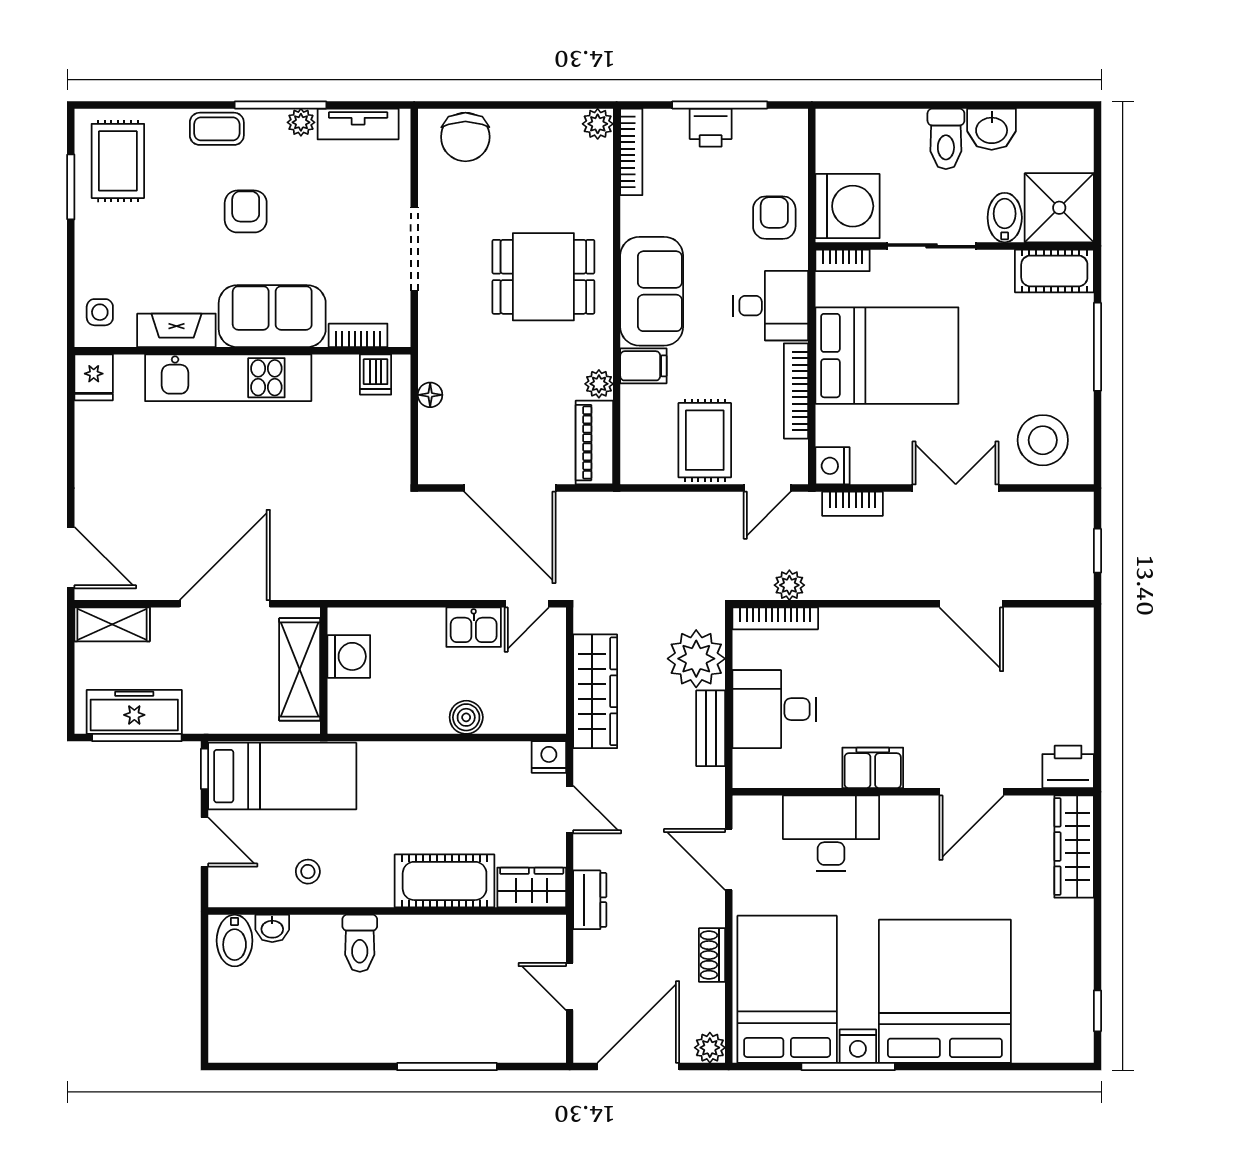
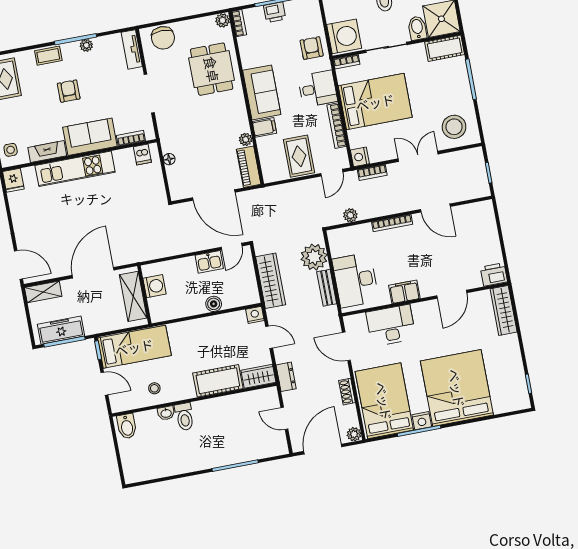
tv unit: (358, 124) -> (132, 49), moved, turned 90
bookcase: (631, 152) -> (239, 23), width x0.64
dining table: (543, 277) -> (212, 69), moved, turned 90
bookcase: (775, 618) -> (392, 223), moved
desk: (774, 709) -> (355, 280), width x1.37
washbasin: (272, 928) -> (166, 413), moved

